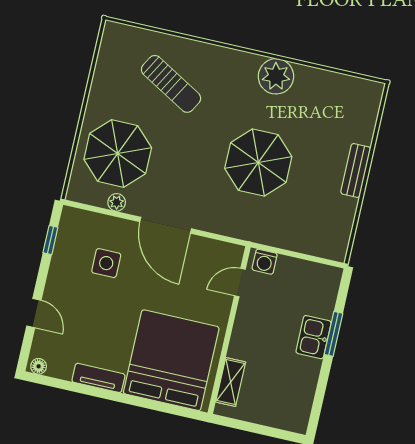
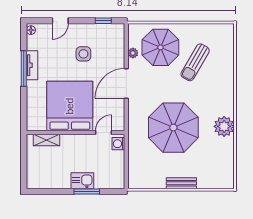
sun lounger: (171, 84) -> (195, 62), moved
parasol: (258, 162) -> (173, 128), width x1.36, depth x1.36
side table: (106, 263) -> (83, 54), moved
door: (240, 283) -> (104, 133), hinge flipped
bed: (171, 360) -> (70, 106), moved, turned -90
window: (101, 393) -> (24, 68), added

